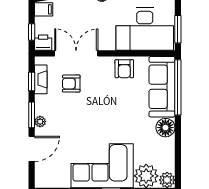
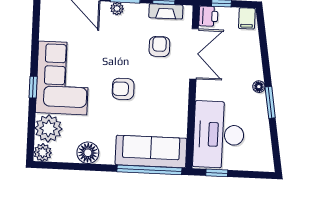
window: (178, 29) -> (217, 173), width x0.67
armchair: (124, 69) -> (123, 89), moved
floor lamp: (165, 128) -> (88, 153), moved

